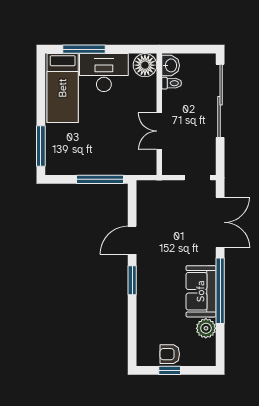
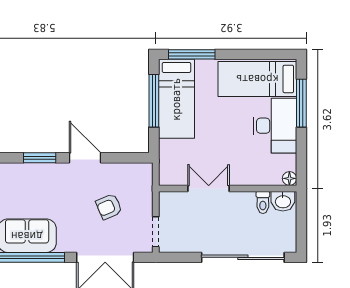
floor lamp: (145, 65) -> (289, 178), width x0.53, depth x0.53
bed: (80, 159) -> (176, 99), added
window: (100, 179) -> (154, 101), moved
armchair: (175, 219) -> (109, 207), added

